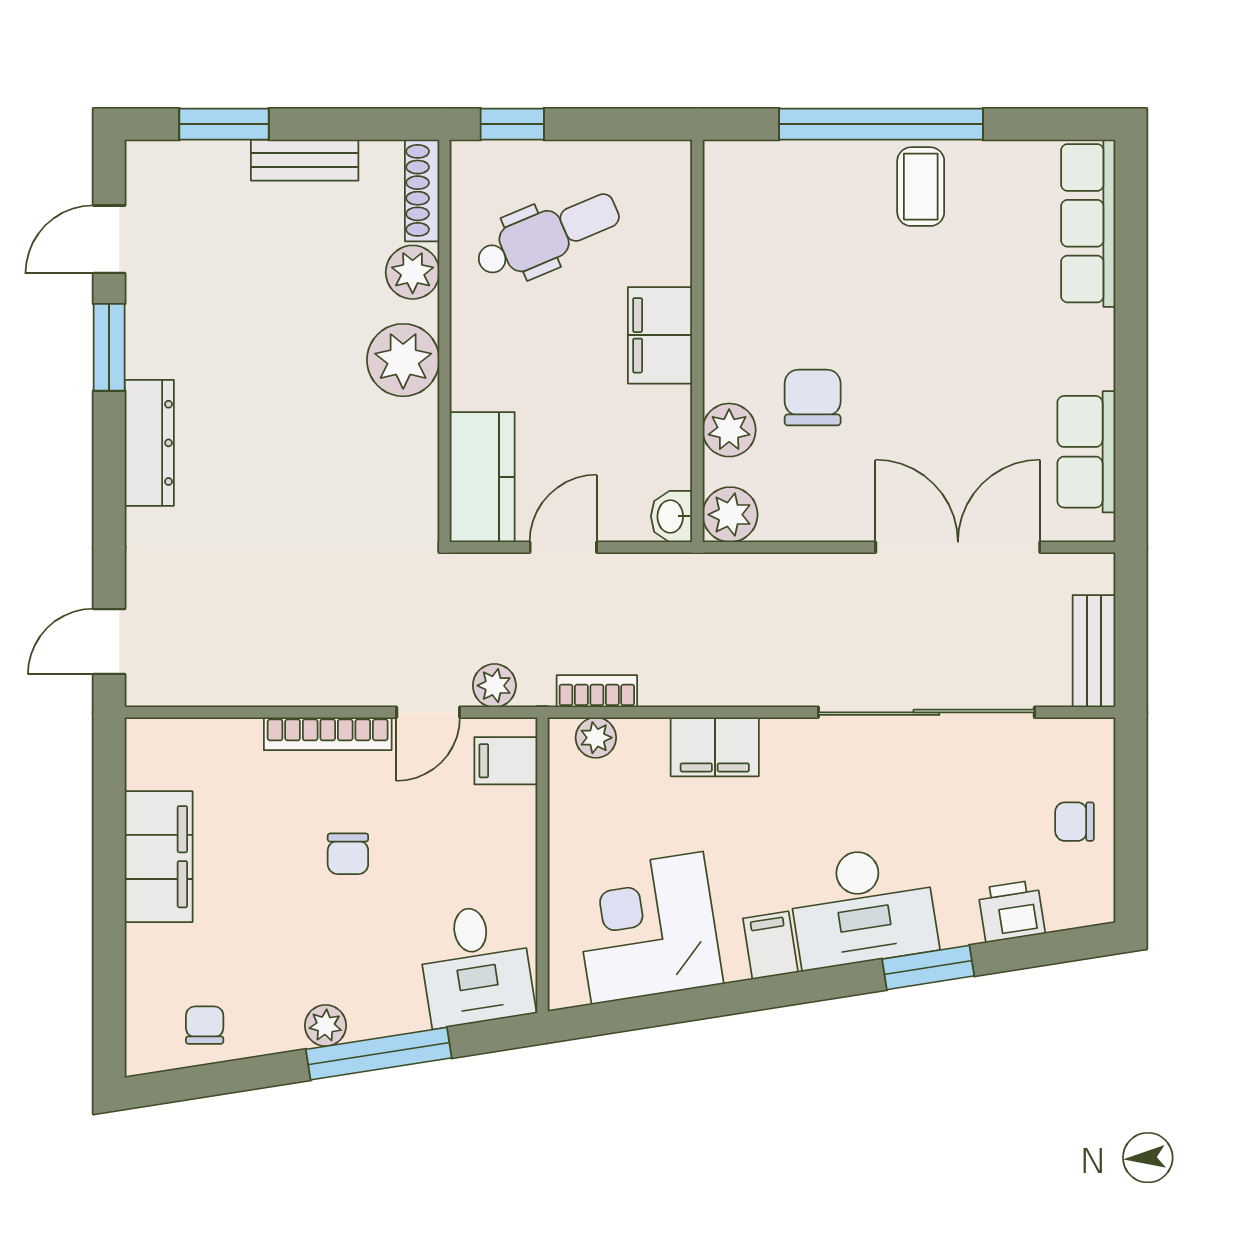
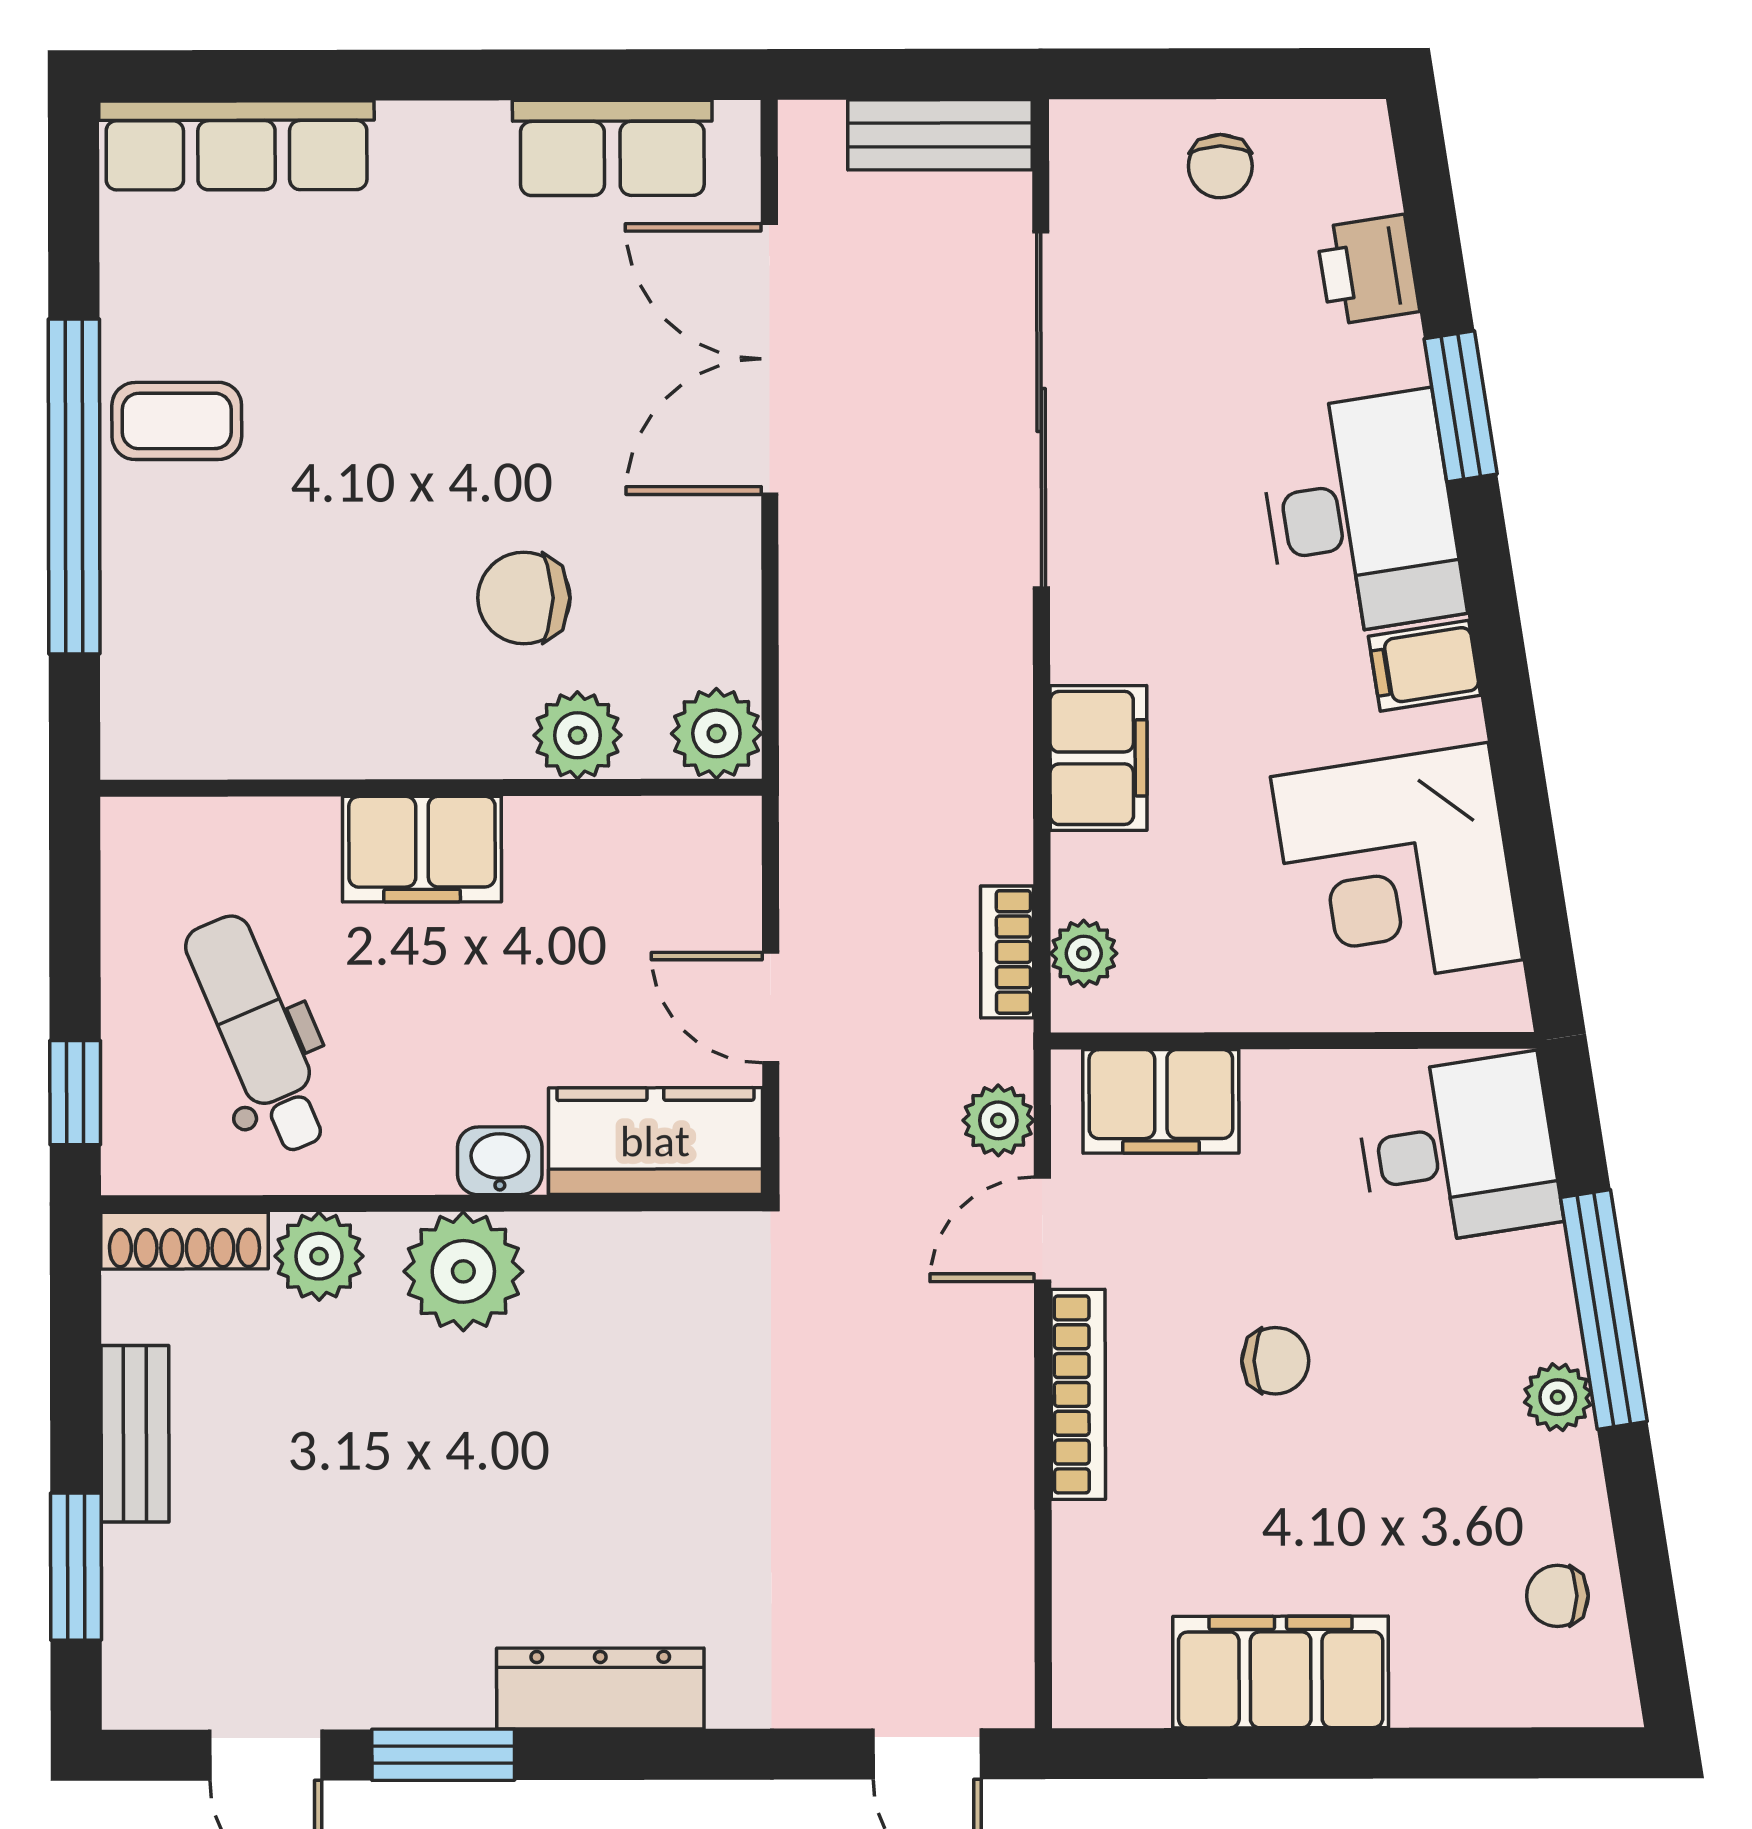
washbasin: (672, 516) -> (500, 1161), moved, turned 180
door: (428, 712) -> (1043, 1229), swing flipped
filing cabinet: (506, 761) -> (1161, 1101), width x2.00

